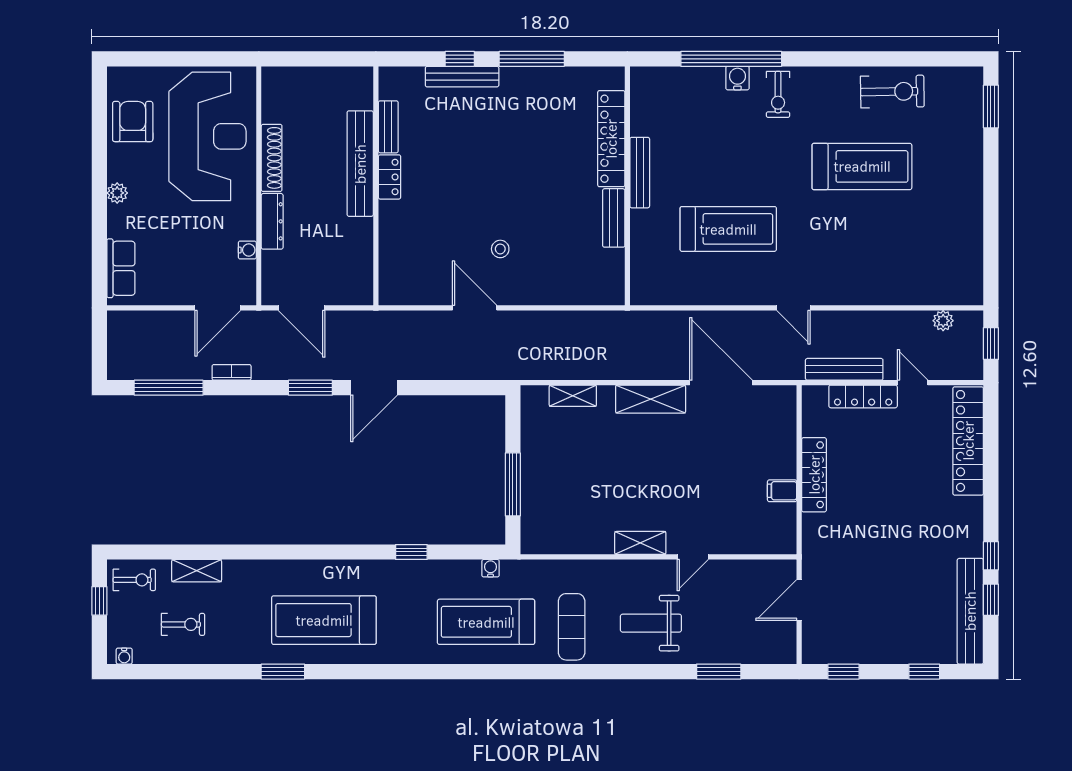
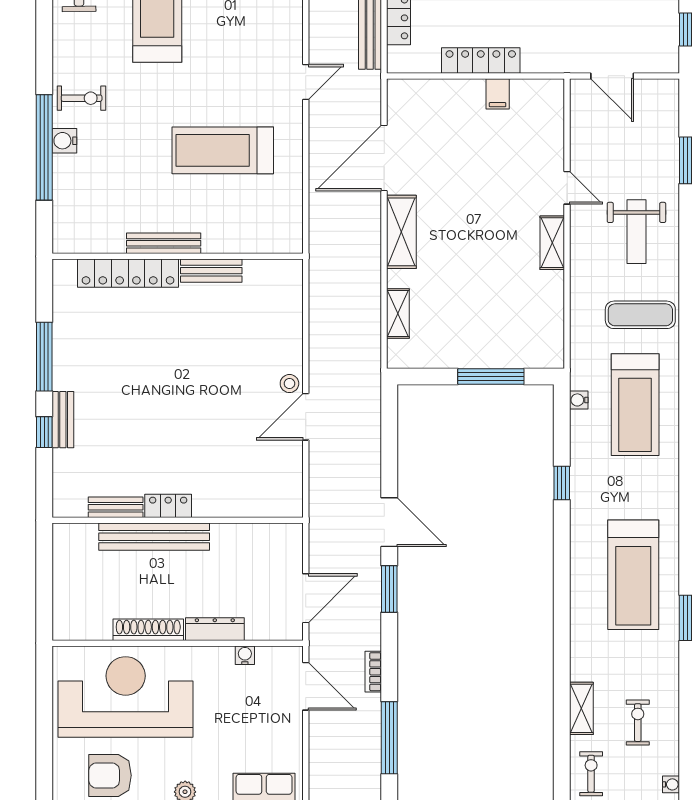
bench: (462, 77) -> (63, 420), width x0.73
treadmill: (728, 229) -> (223, 150), turned -90
stool: (500, 249) -> (289, 384), moved

